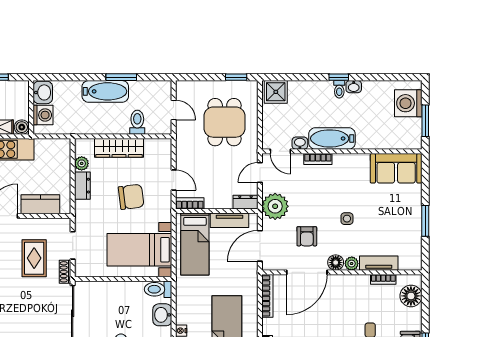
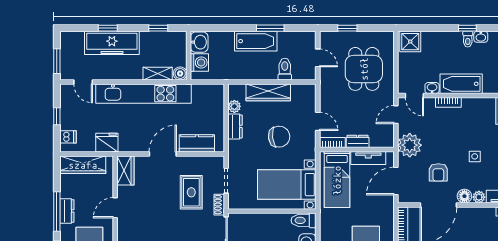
window: (236, 77) -> (347, 28), moved
dresser: (245, 202) -> (358, 141), moved

